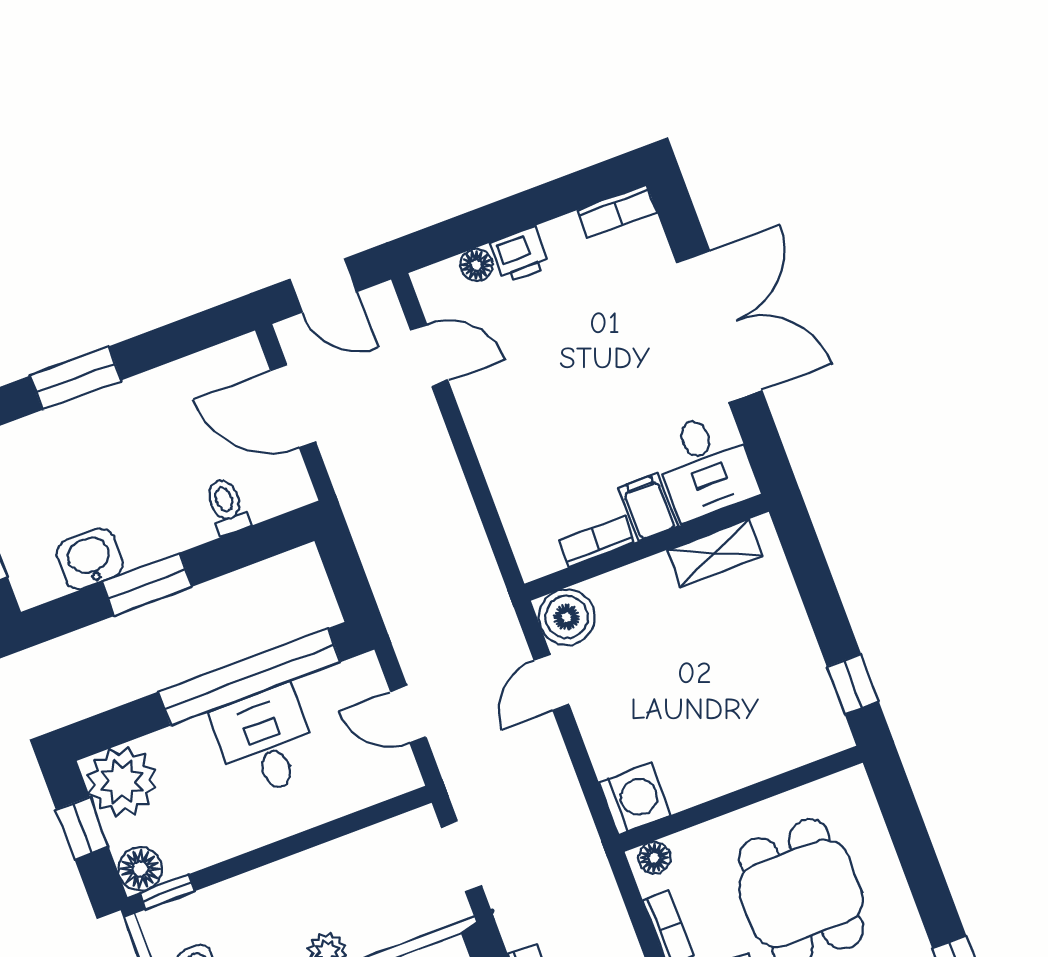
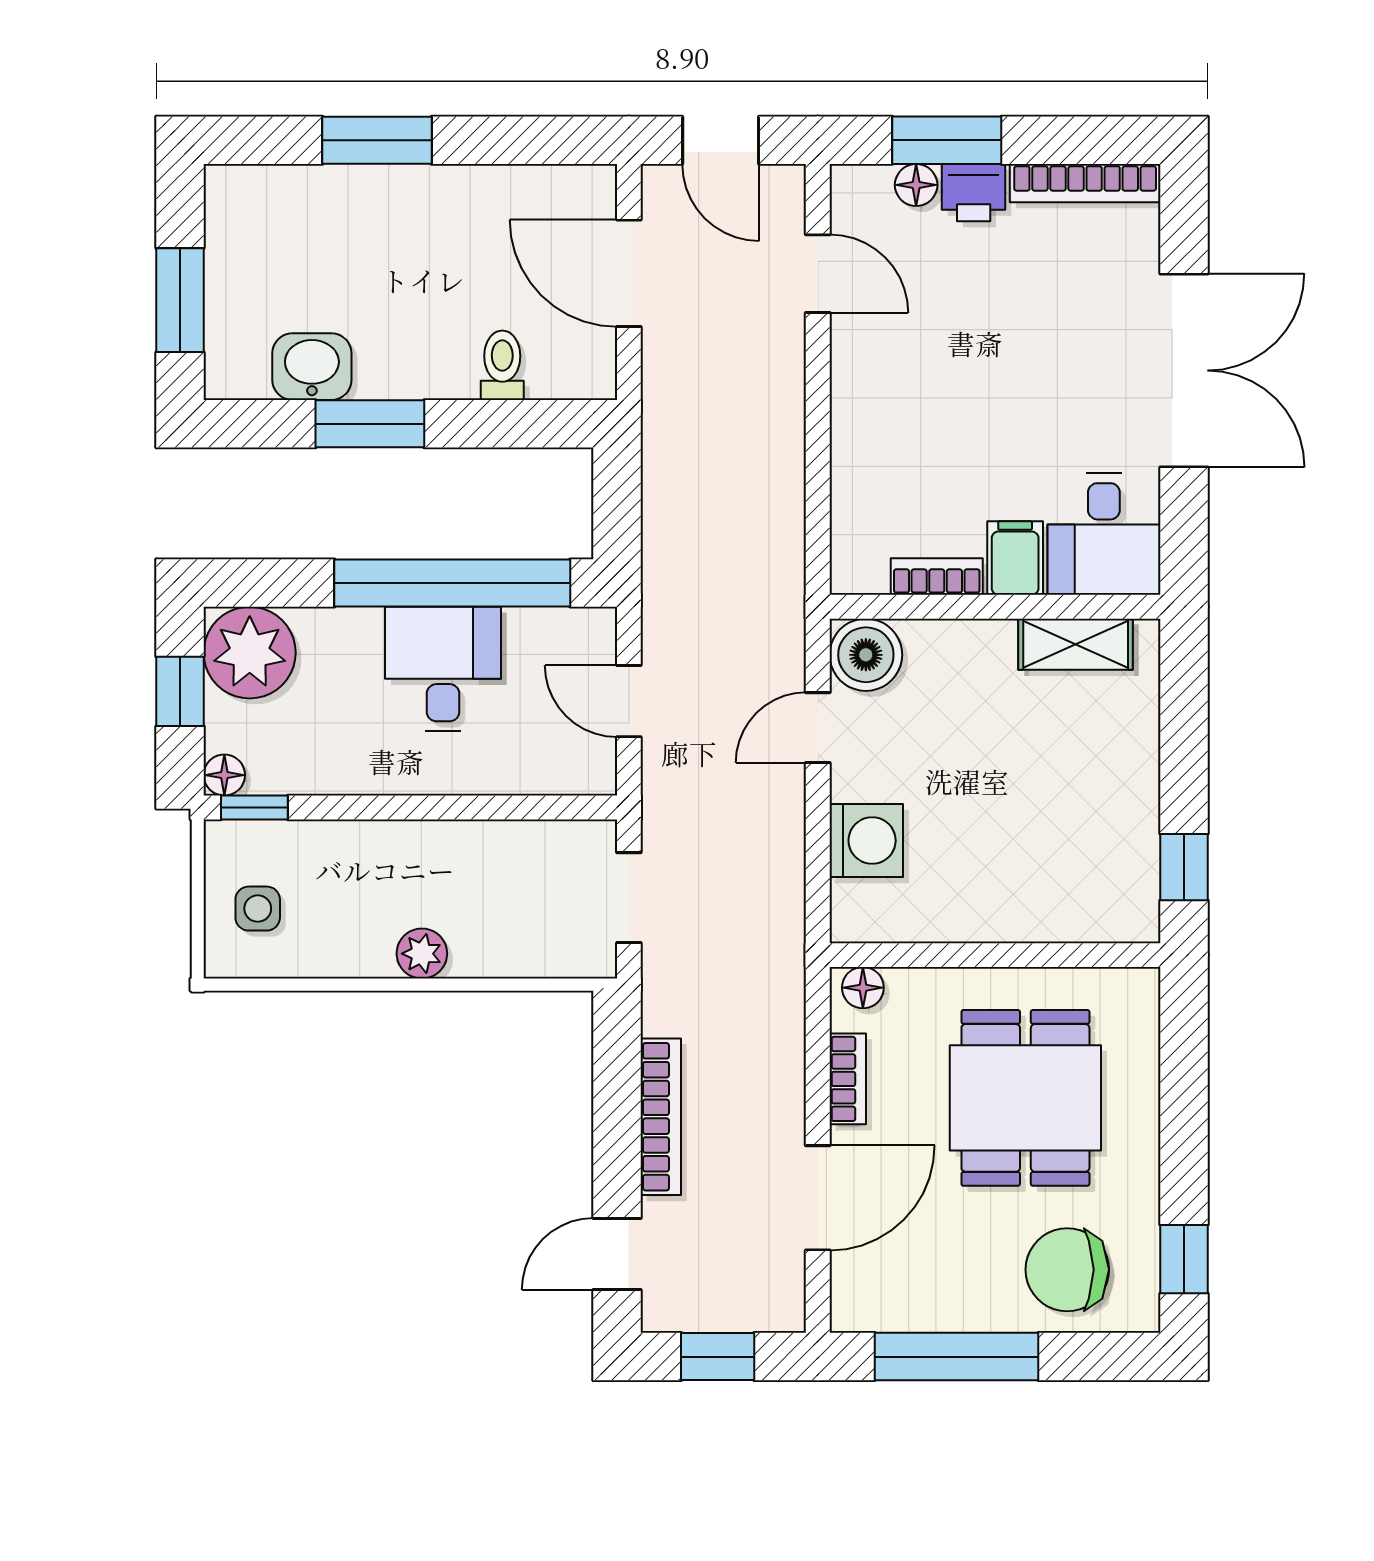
bookcase: (617, 211) -> (1085, 183), width x1.56
window: (486, 225) -> (947, 140), added
washing machine: (635, 798) -> (866, 841), moved
floor lamp: (140, 869) -> (224, 775), width x0.73, depth x0.73

